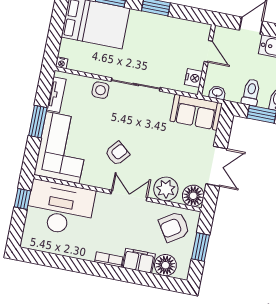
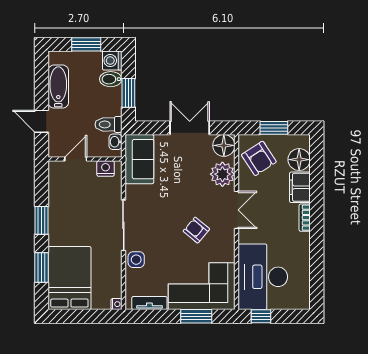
toilet: (251, 92) -> (108, 124), moved
window: (38, 122) -> (196, 316), moved
double door: (129, 196) -> (236, 210), swing flipped

